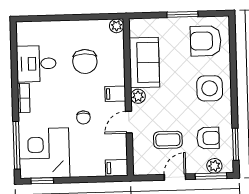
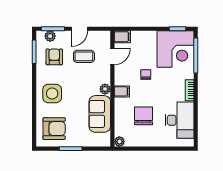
desk: (36, 64) -> (179, 120), width x1.37
door: (129, 122) -> (112, 56), moved
armchair: (208, 138) -> (54, 57), turned 90

